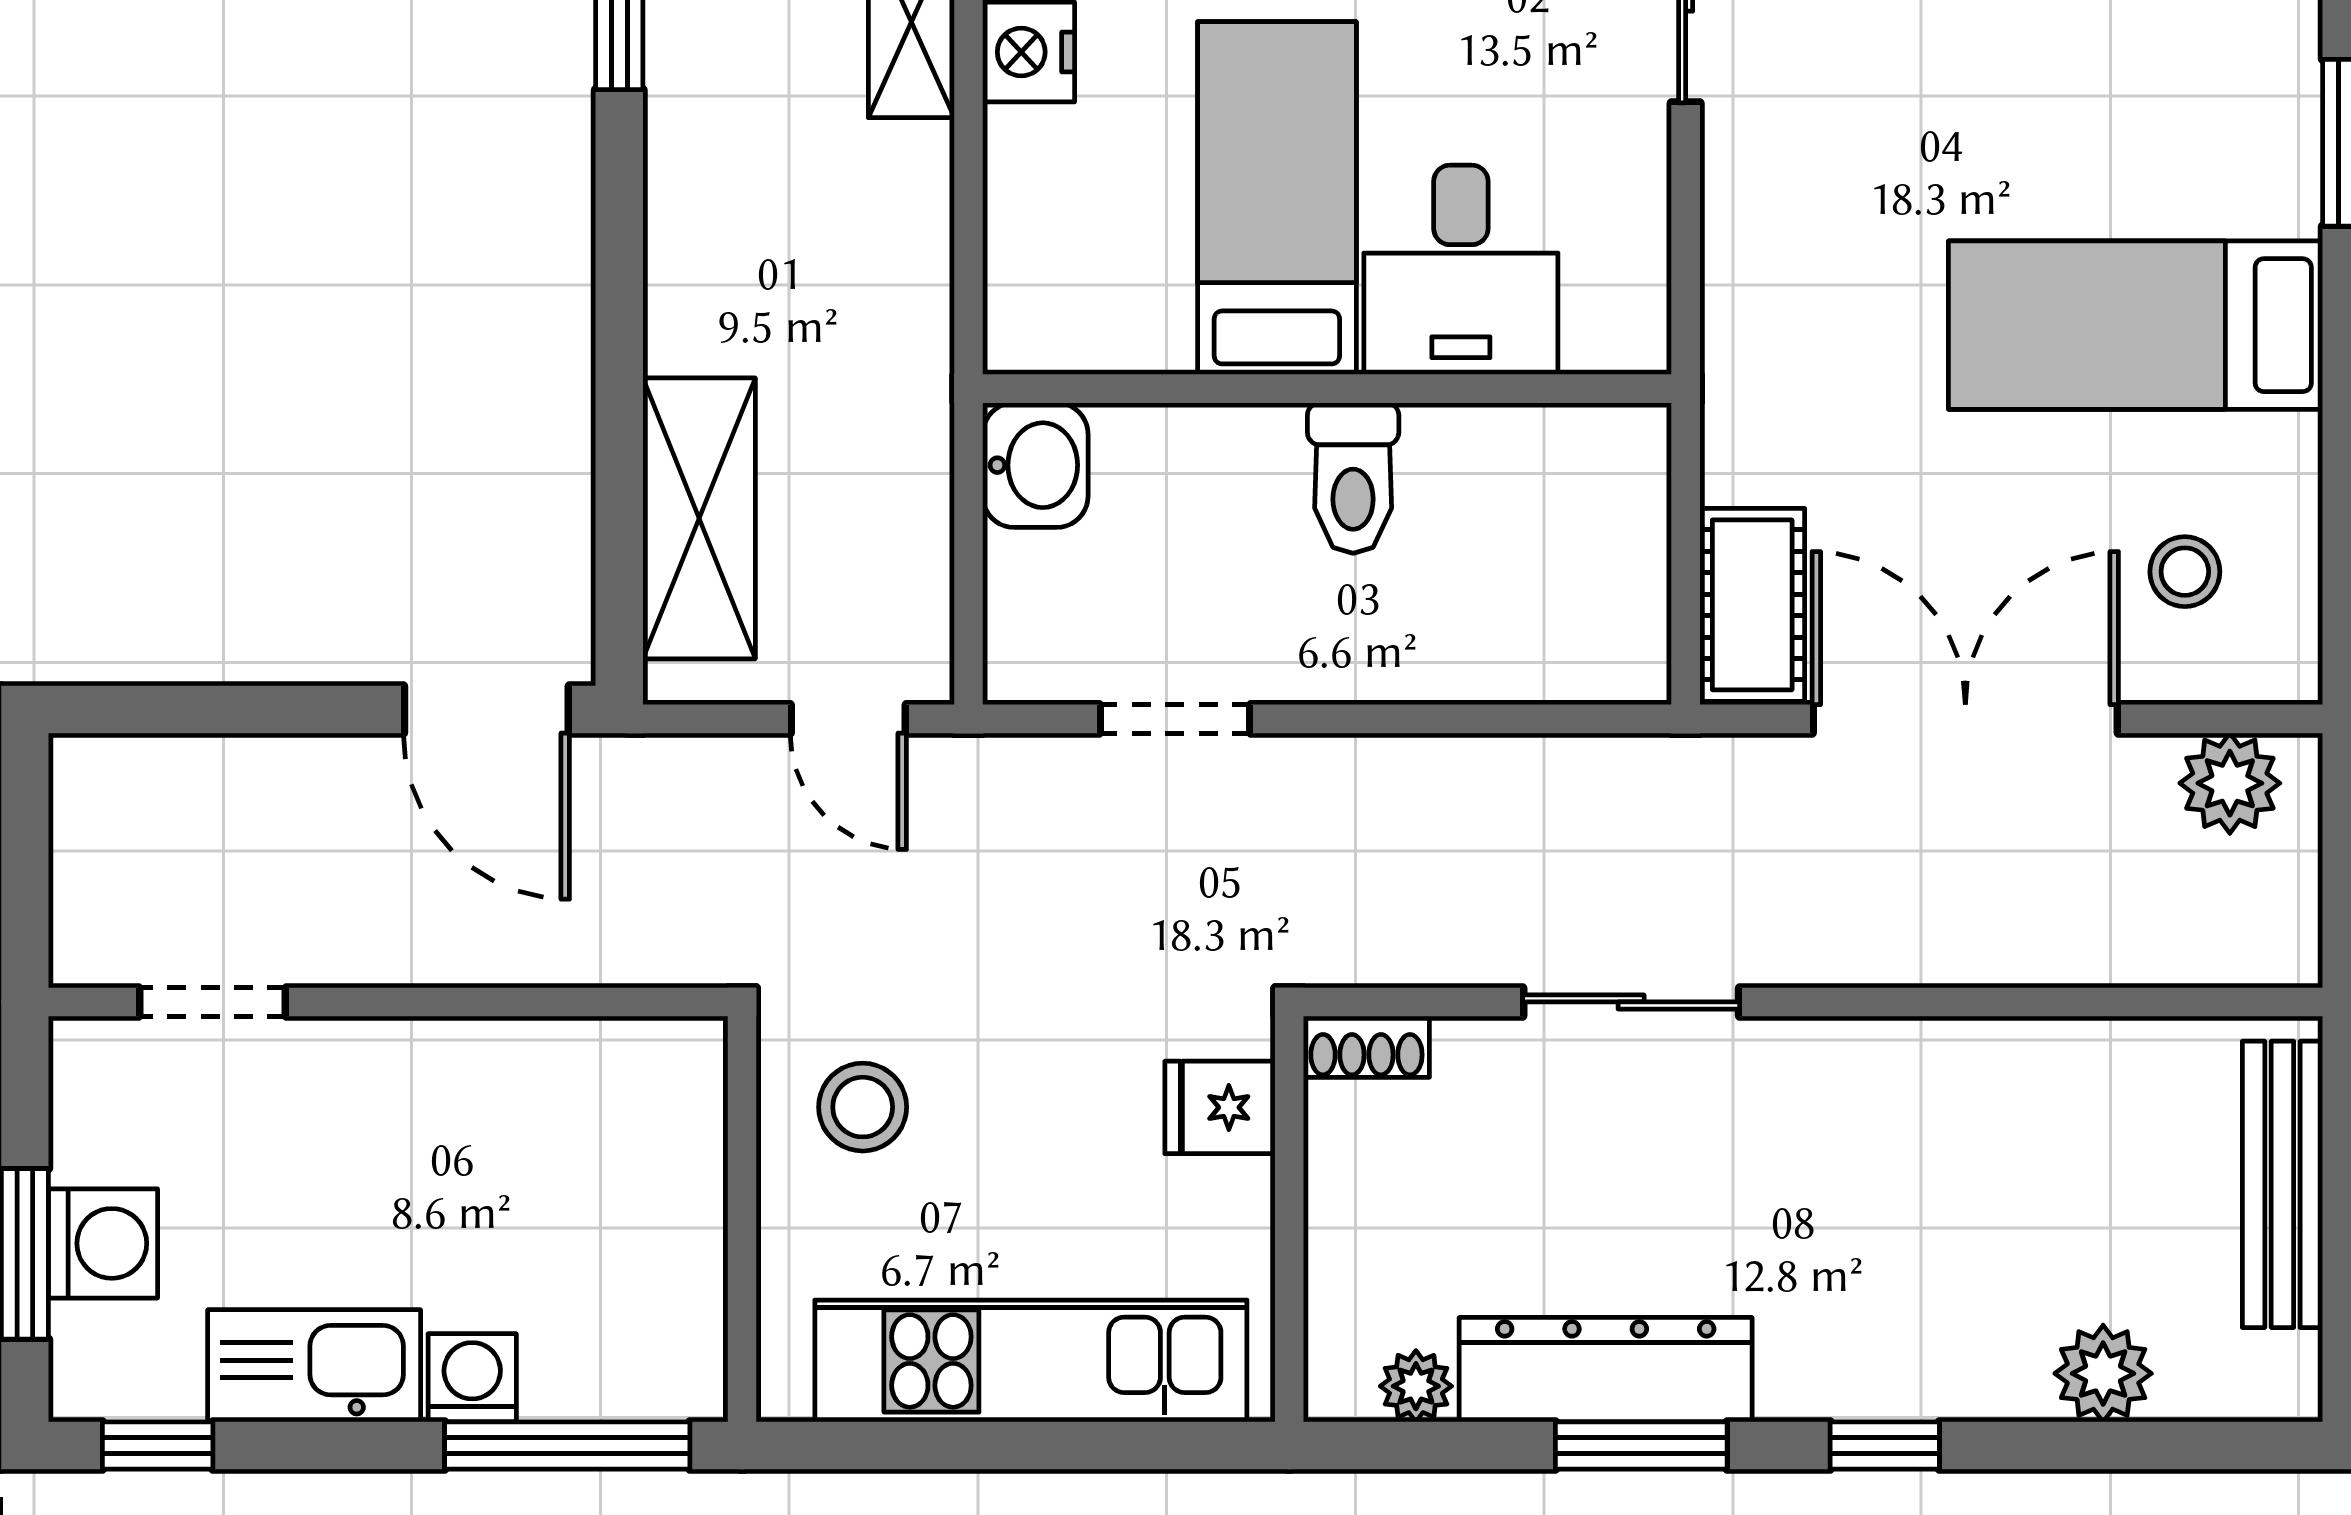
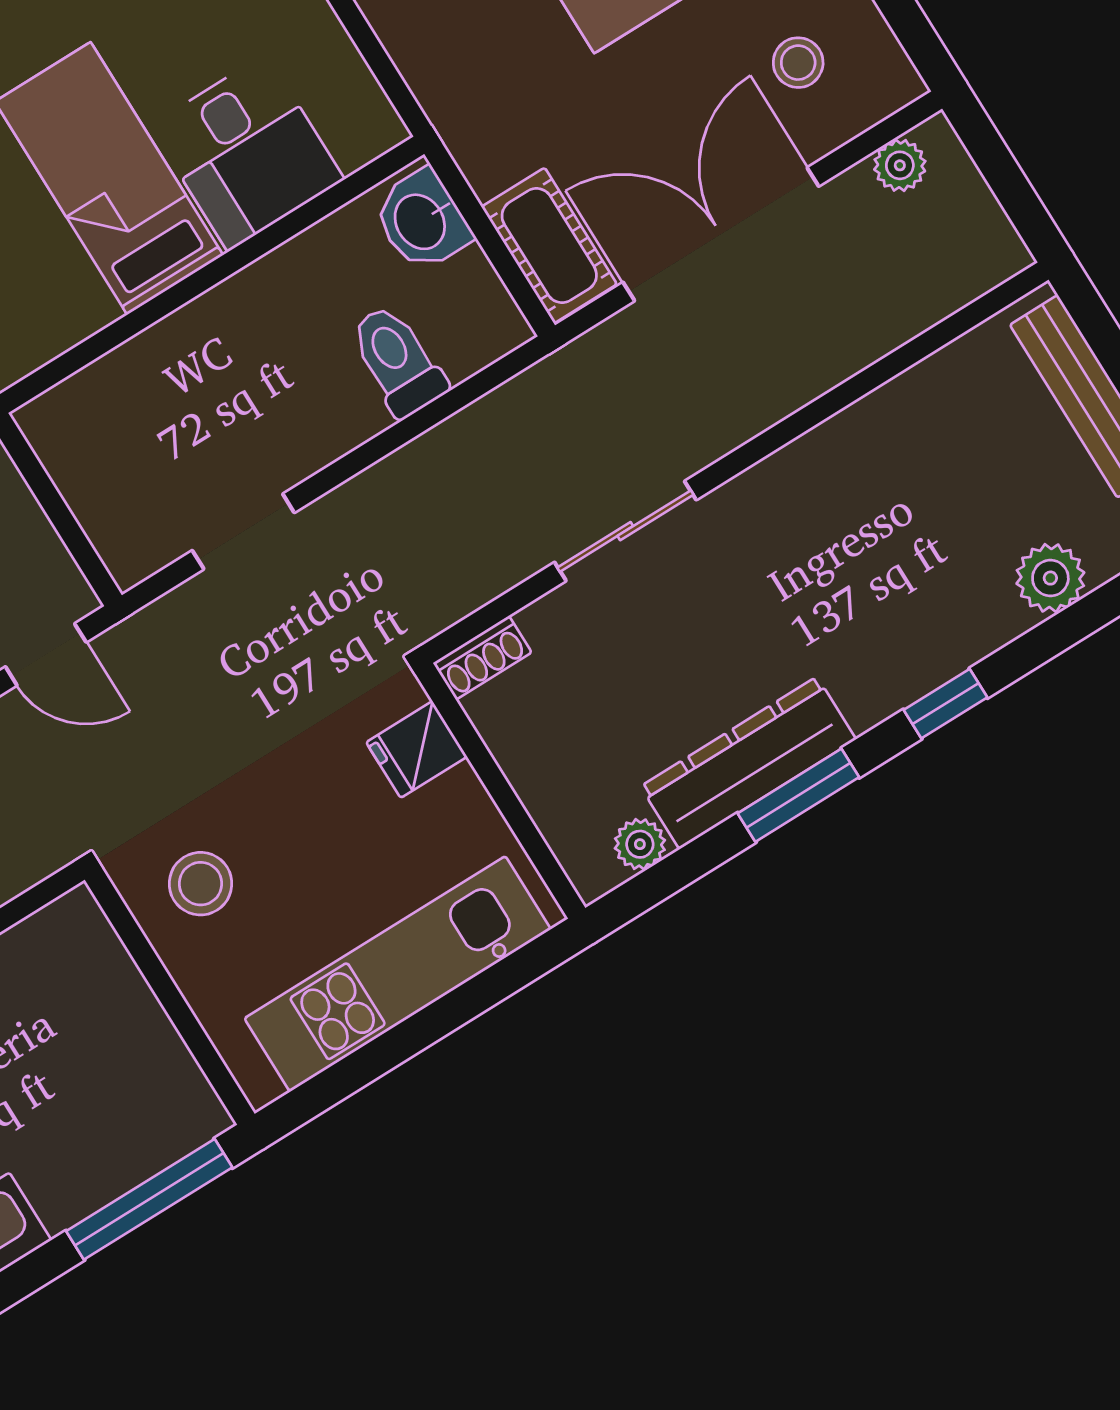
washbasin: (1035, 465) -> (422, 221), moved, turned 180
toilet: (1353, 478) -> (397, 361), moved, turned 180
plant: (2230, 783) -> (900, 165), width x0.73, depth x0.73
washing machine: (472, 1378) -> (66, 1194), removed

